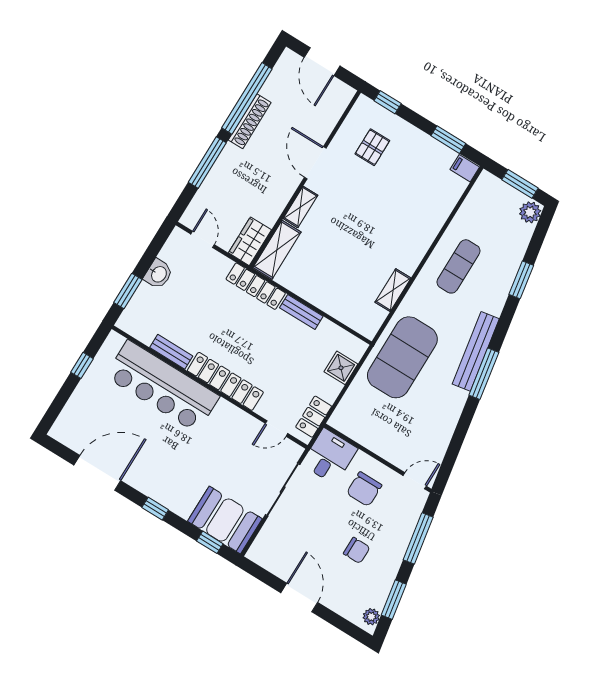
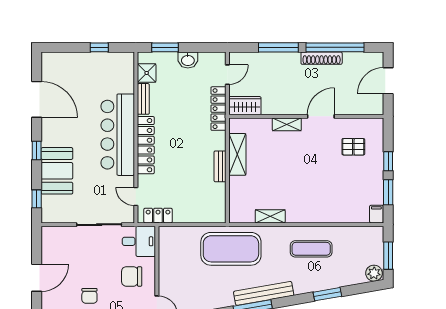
window: (388, 102) -> (388, 161), moved
shelving: (277, 250) -> (237, 154), moved, turned 90
locker: (256, 286) -> (218, 109), moved
shower: (341, 368) -> (147, 73), moved
bar counter: (162, 386) -> (118, 135), moved
booth: (225, 520) -> (57, 171), moved

